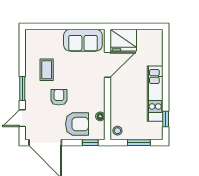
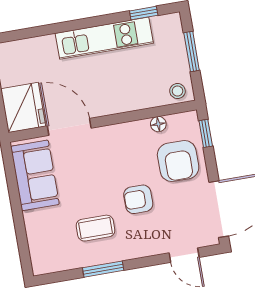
window: (22, 89) -> (103, 269), moved
armchair: (77, 124) -> (178, 161), turned 180

